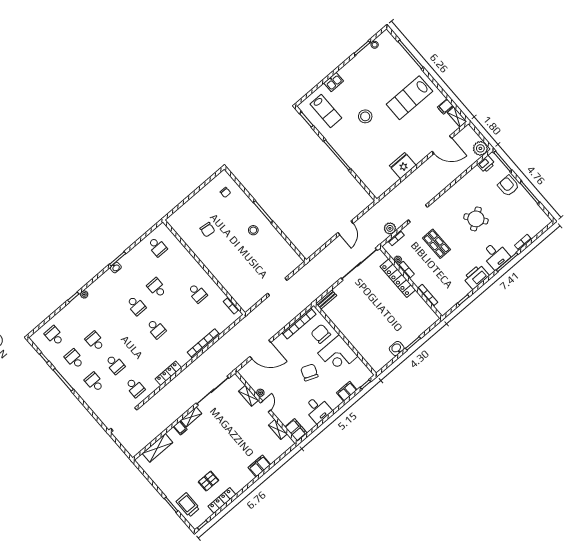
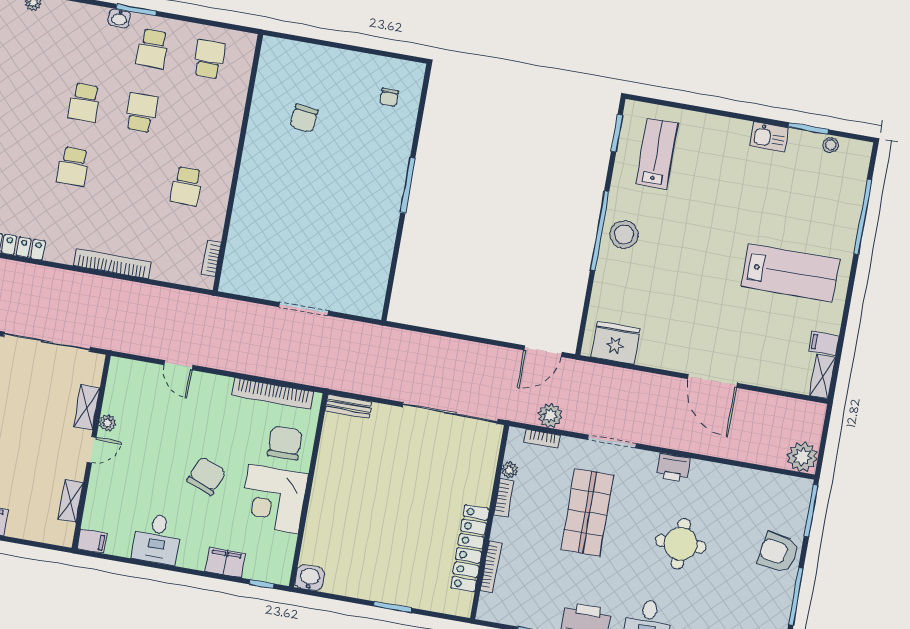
kitchen sink: (334, 82) -> (769, 137), moved
lab bench: (409, 98) -> (790, 273), turned 180
lab bench: (326, 111) -> (657, 154), turned 180
stool: (365, 116) -> (624, 235), moved
door: (442, 145) -> (712, 381), moved
printer: (486, 164) -> (673, 468), moved
fridge: (403, 166) -> (616, 343), moved
armchair: (508, 186) -> (778, 553), turned -78
round table: (476, 219) -> (681, 544), turned 36
door: (345, 228) -> (543, 351), moved
stool: (253, 230) -> (365, 194), removed
shop shelf: (436, 244) -> (587, 512), width x1.43, depth x1.36
school desk: (157, 247) -> (209, 59), turned 180
school desk: (137, 265) -> (152, 49), added
locker: (398, 278) -> (470, 548), moved
washbasin: (397, 348) -> (310, 578), moved
door: (260, 350) -> (178, 365), width x0.53
filing cabinet: (296, 430) -> (92, 541), width x0.50

